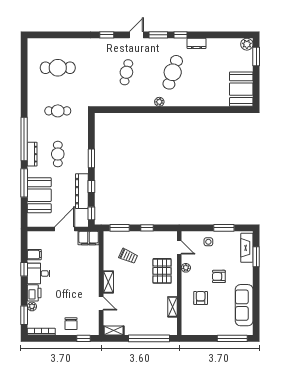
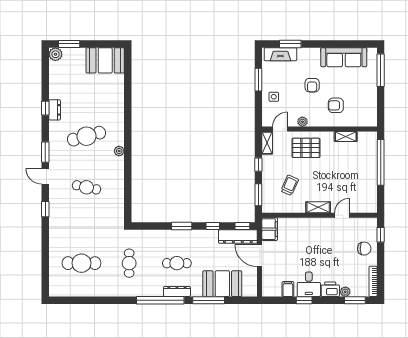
window: (181, 35) -> (45, 108), moved
cafe table: (58, 68) -> (81, 263), turned 90
cafe table: (173, 72) -> (87, 136), turned -33
dresser: (82, 191) -> (238, 237), moved
shelving: (114, 331) -> (267, 143), moved

